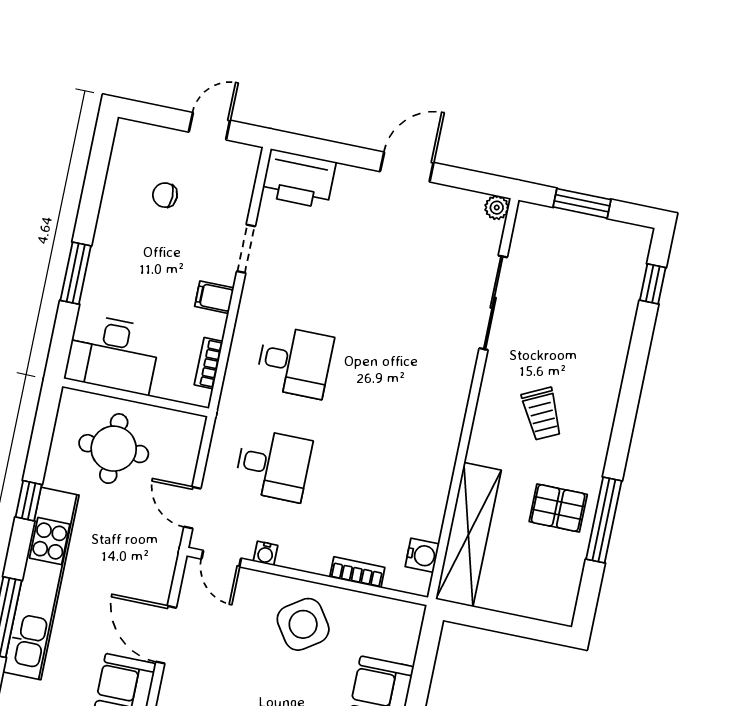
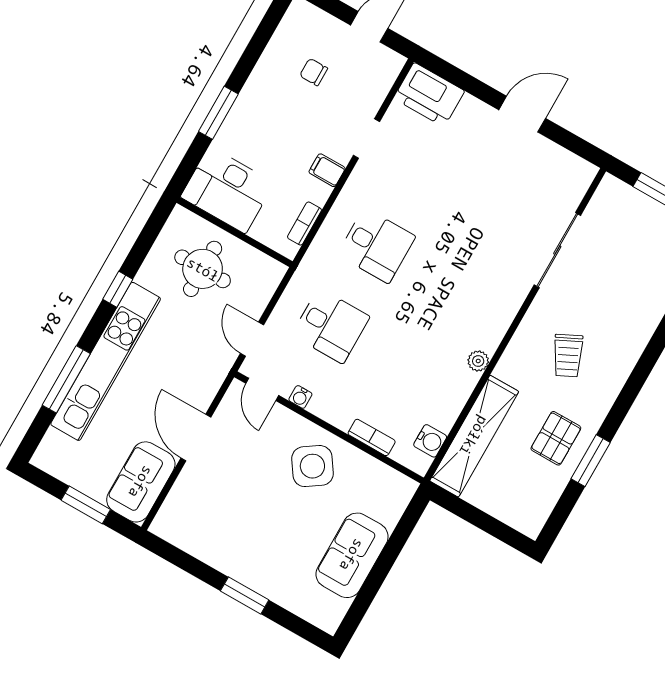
plant: (497, 208) -> (478, 361), moved
pallet: (558, 508) -> (556, 438), turned 90
window: (604, 520) -> (591, 461), width x0.69

